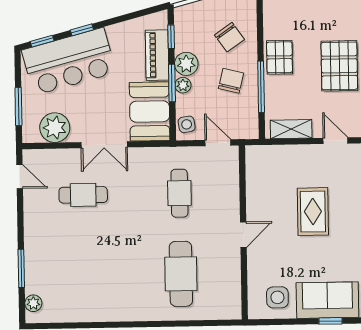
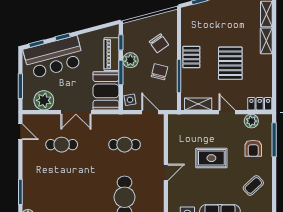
plant: (183, 85) -> (128, 74), removed
cafe table: (179, 193) -> (125, 145), turned 90
rug: (313, 212) -> (211, 158), turned 90

